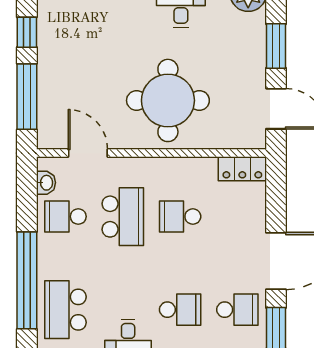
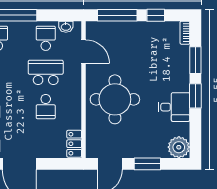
door: (88, 153) -> (84, 52), hinge flipped
school desk: (123, 217) -> (46, 72), turned 180
school desk: (180, 217) -> (46, 107), turned 180

